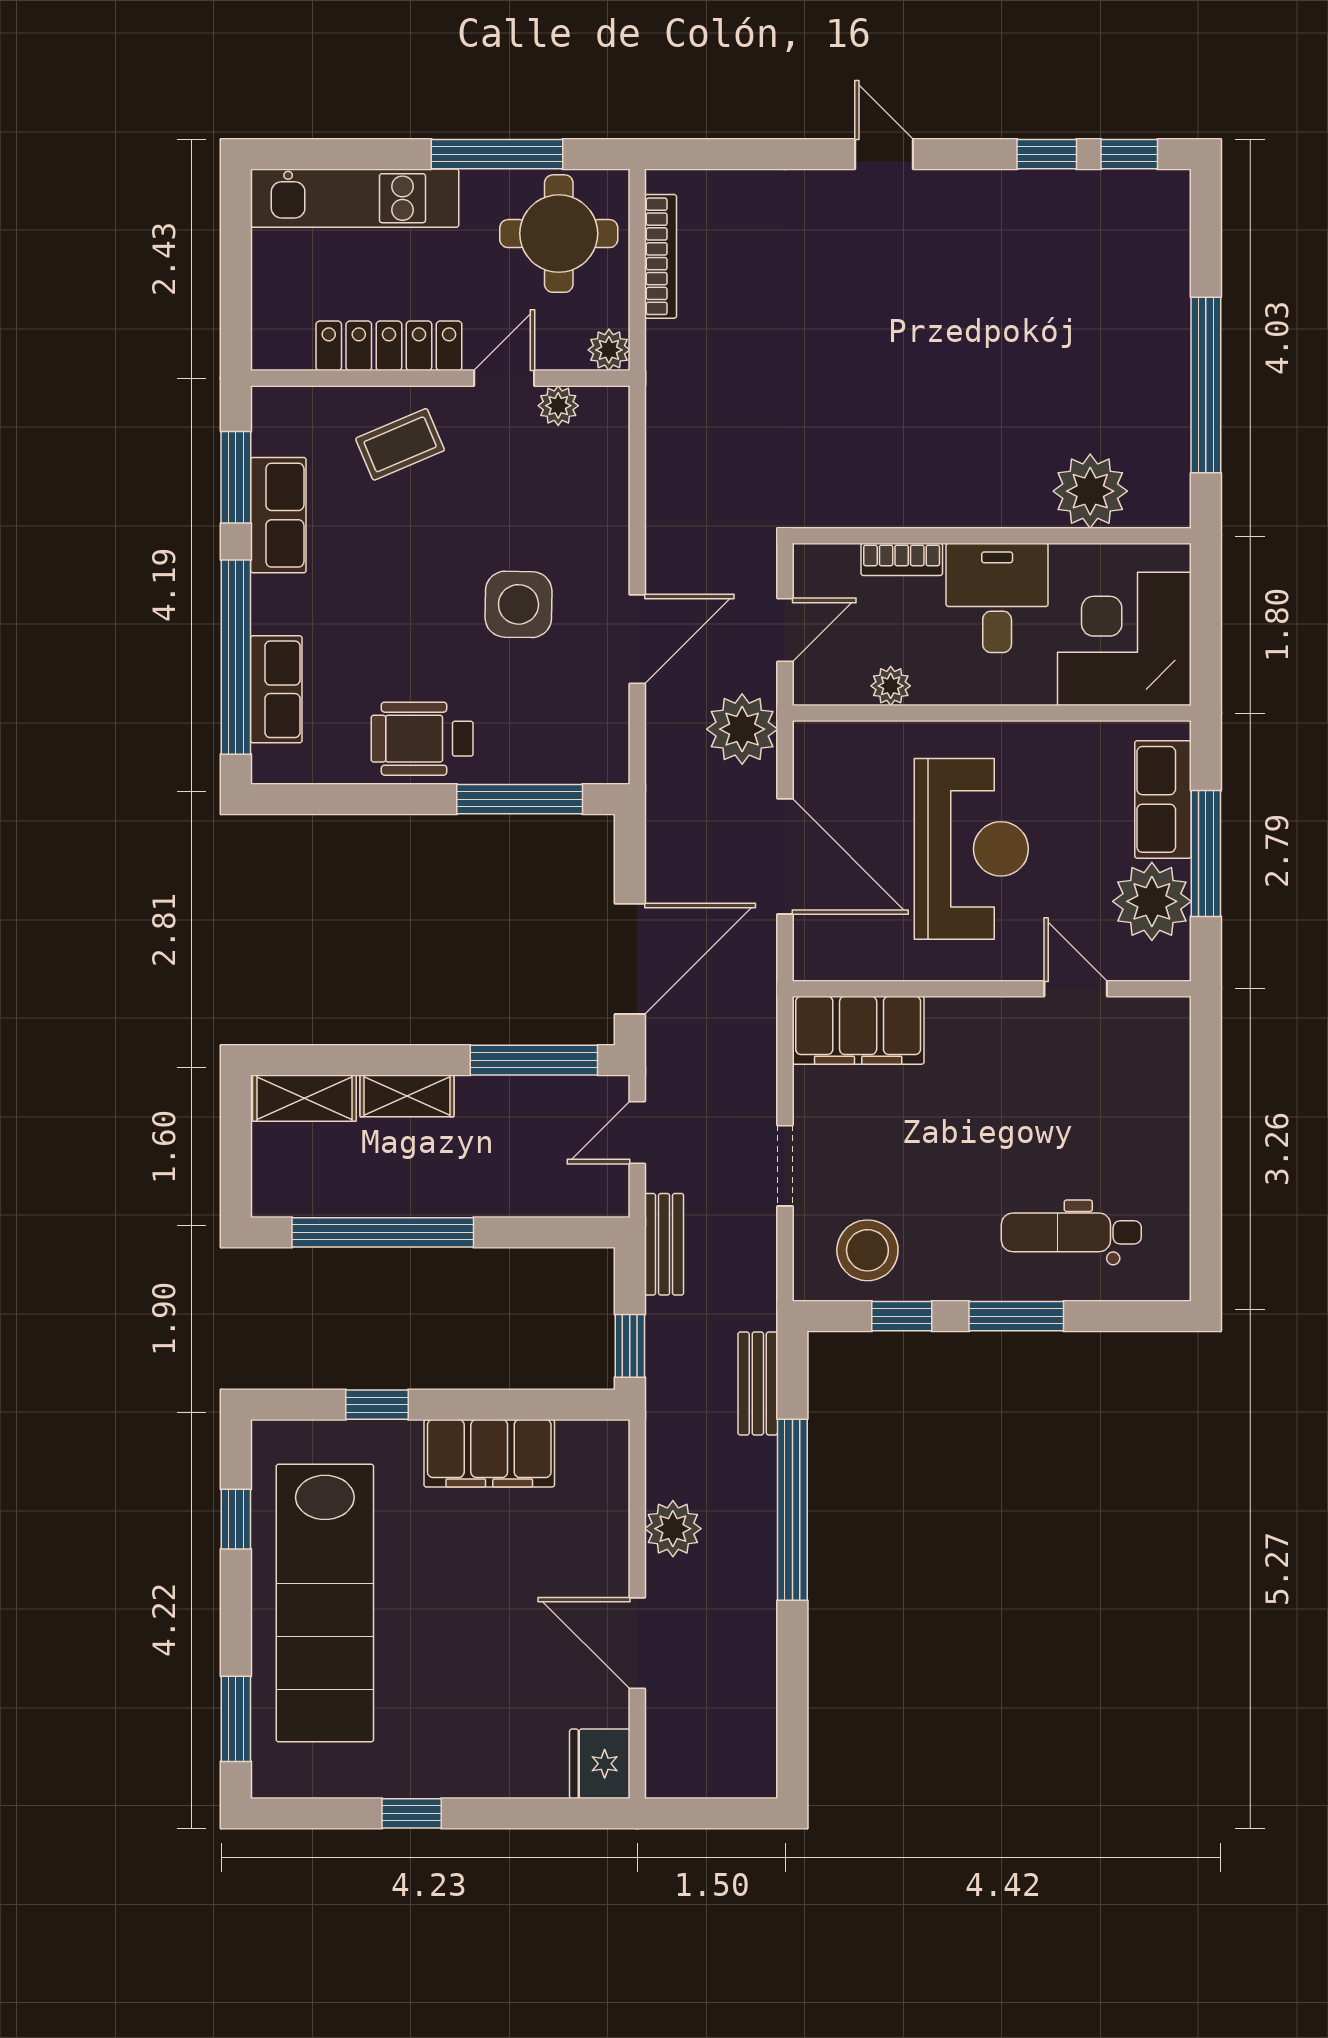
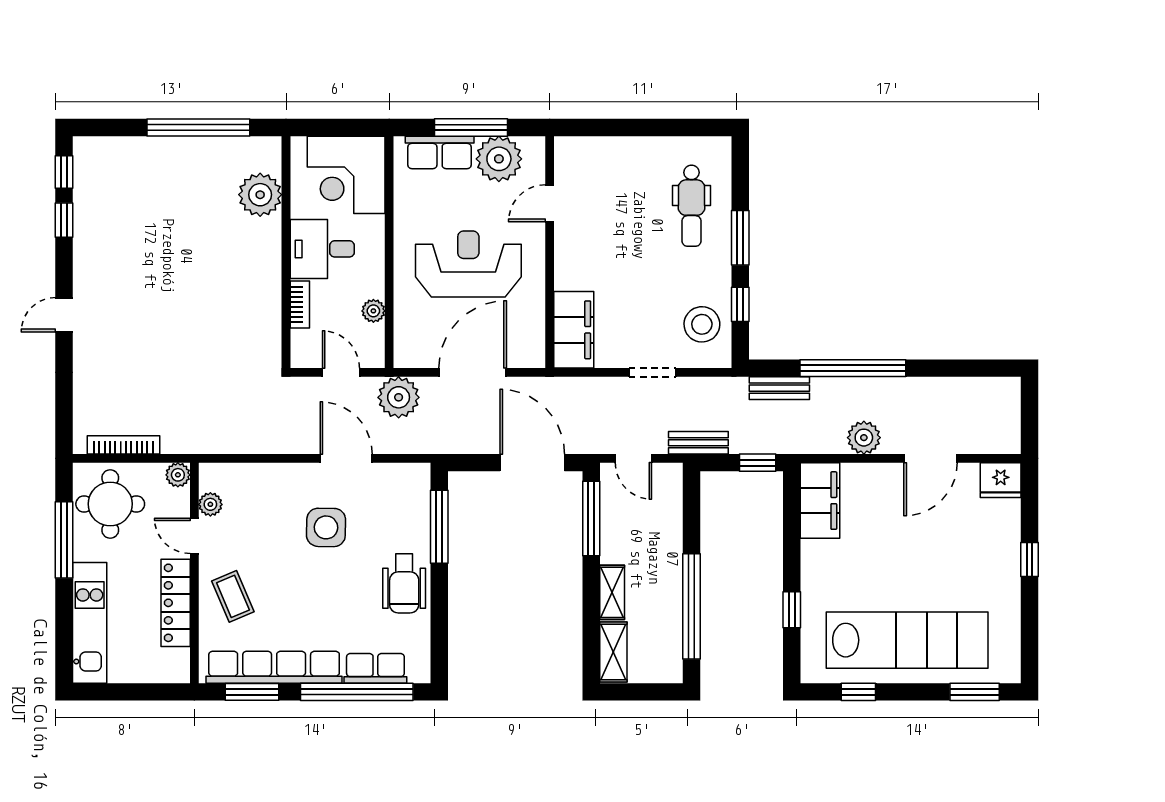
row of seats: (278, 515) -> (274, 667), width x2.02
filing cabinet: (489, 1453) -> (820, 501), moved
window: (412, 1813) -> (1030, 560), moved

